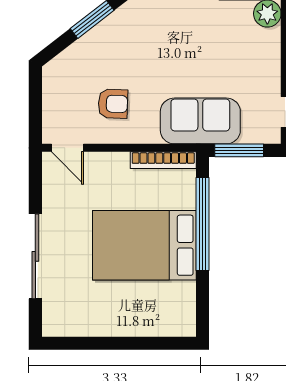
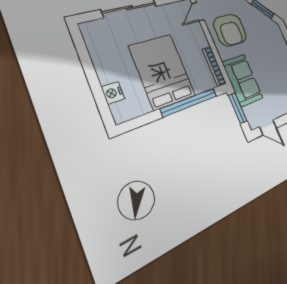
armchair: (113, 104) -> (230, 30), width x1.88, depth x1.88
nightstand: (152, 325) -> (113, 93), added

